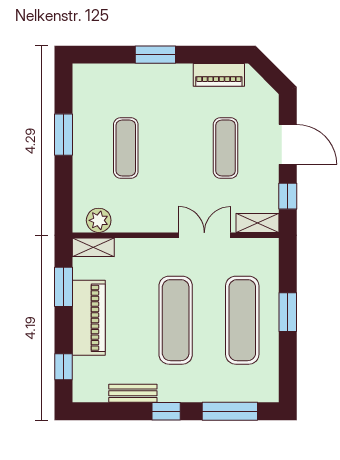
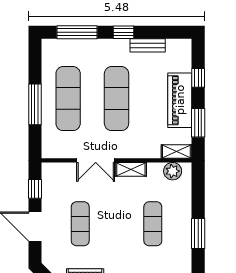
shelving: (258, 223) -> (131, 169), moved
window: (288, 312) -> (35, 104), width x1.44
window: (64, 367) -> (198, 78), moved

